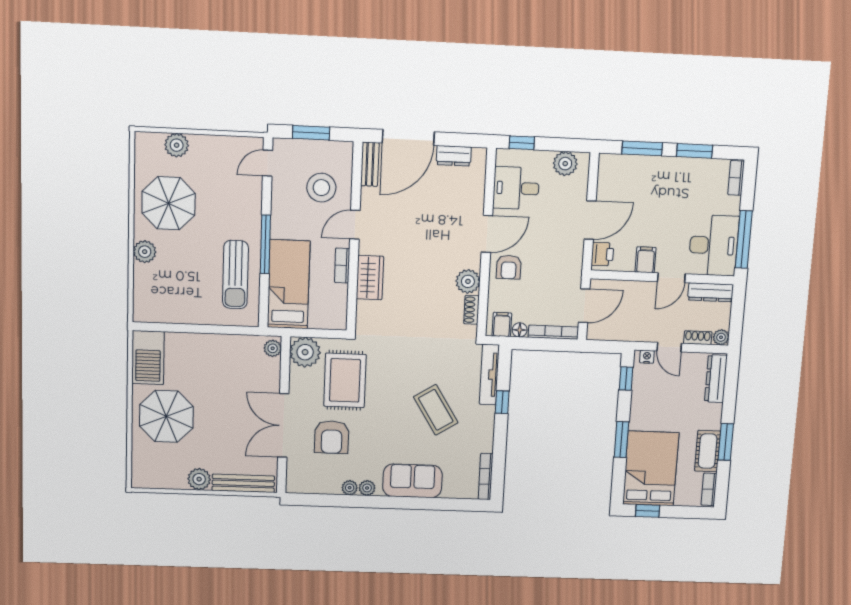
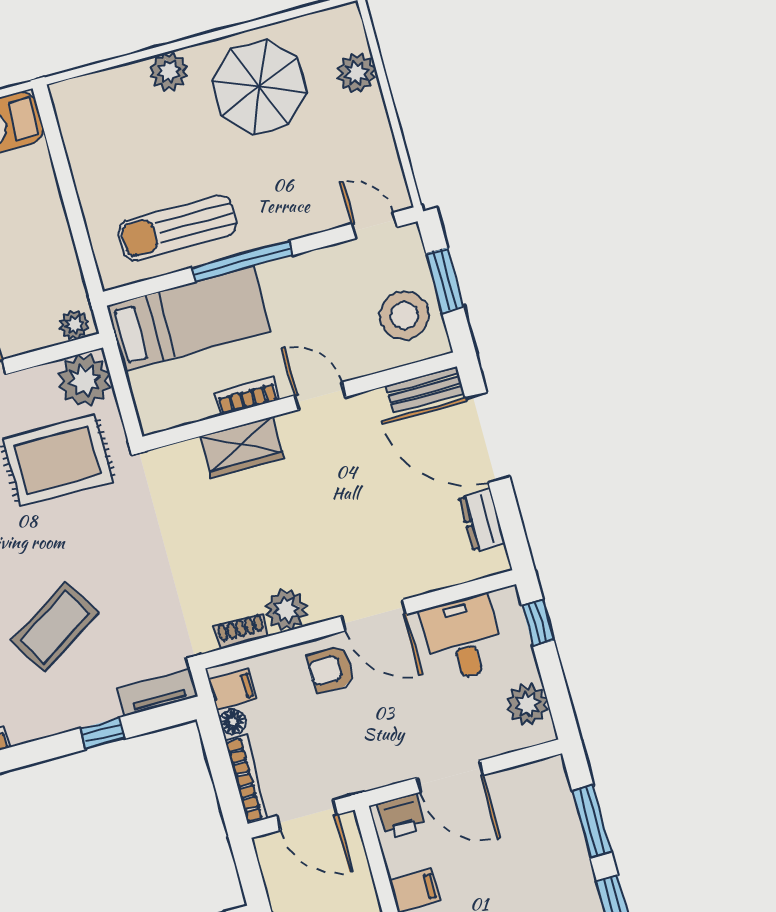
stool: (321, 188) -> (405, 316), moved
tv unit: (489, 375) -> (157, 692), width x0.71

